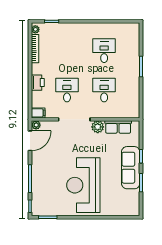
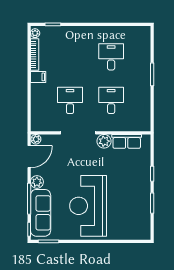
printer: (38, 83) -> (38, 92), removed
filing cabinet: (38, 113) -> (38, 77), moved
plant: (37, 164) -> (37, 182), added
sofa: (131, 168) -> (41, 213), moved, turned 180

